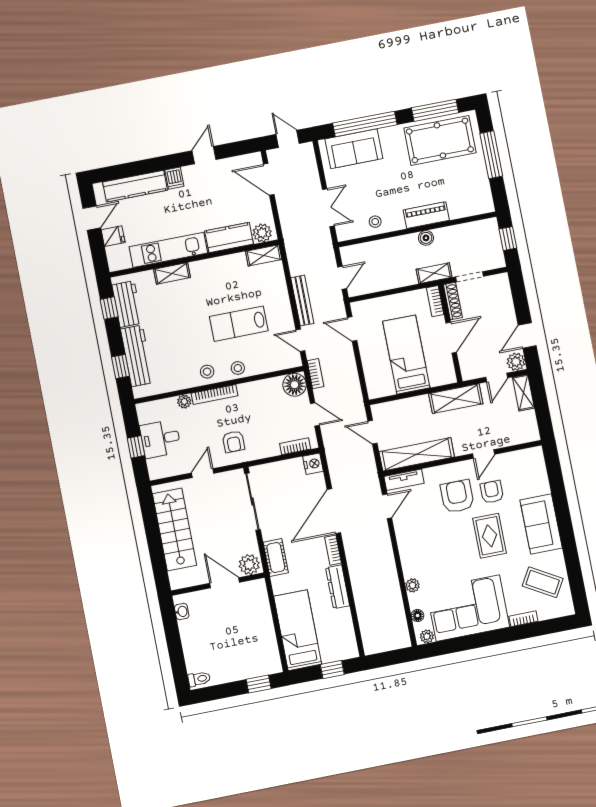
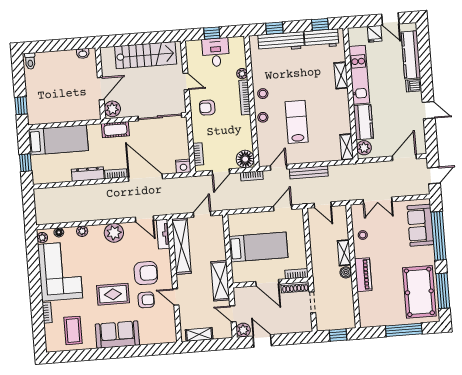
shelving: (434, 273) -> (344, 253), moved
shelving: (523, 393) -> (199, 334), moved
plant: (410, 544) -> (114, 233), added
coffee table: (543, 582) -> (73, 330), turned -30

